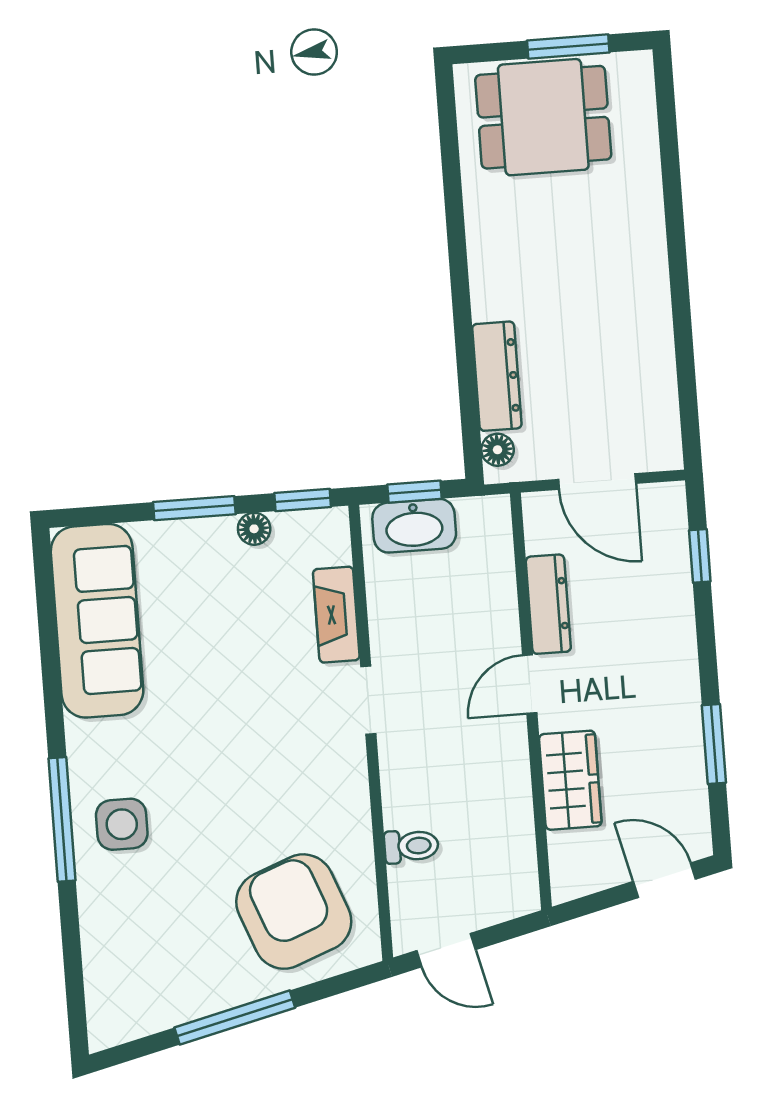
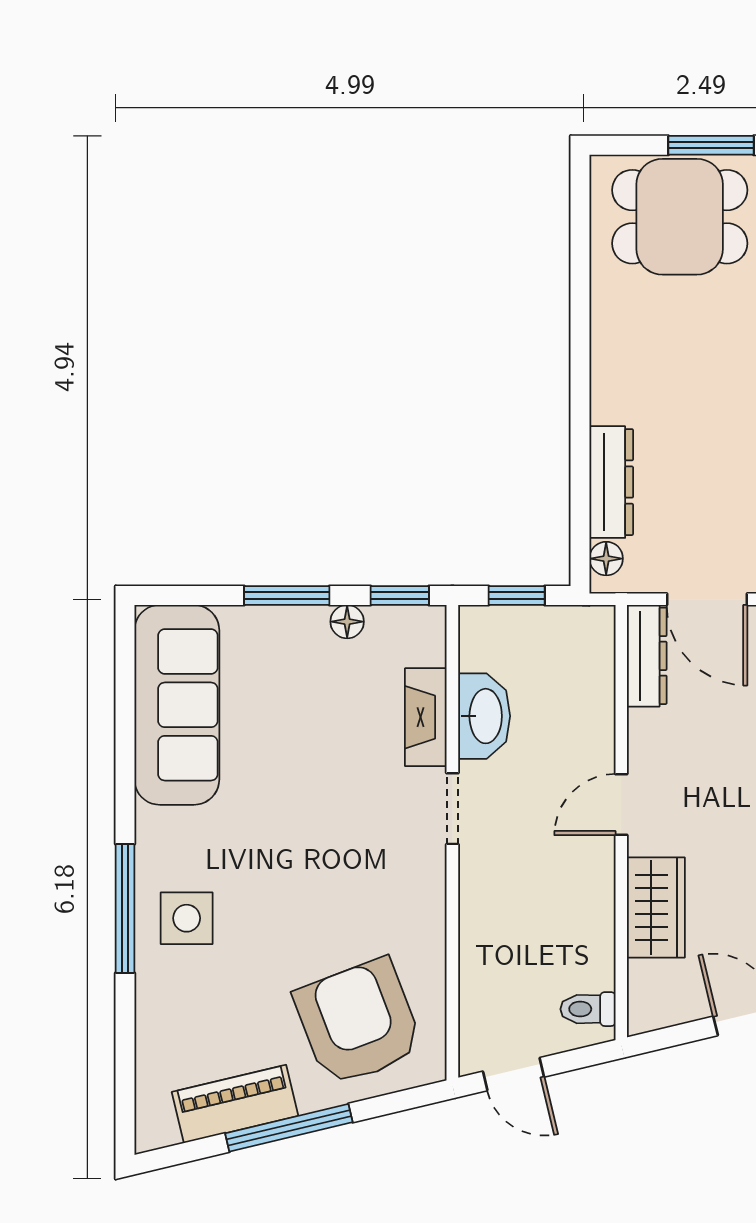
washbasin: (414, 526) -> (484, 716), moved, turned -90
dresser: (548, 604) -> (647, 656), moved
toilet: (411, 846) -> (588, 1009), moved, turned 180
piano: (182, 999) -> (235, 1104), added

